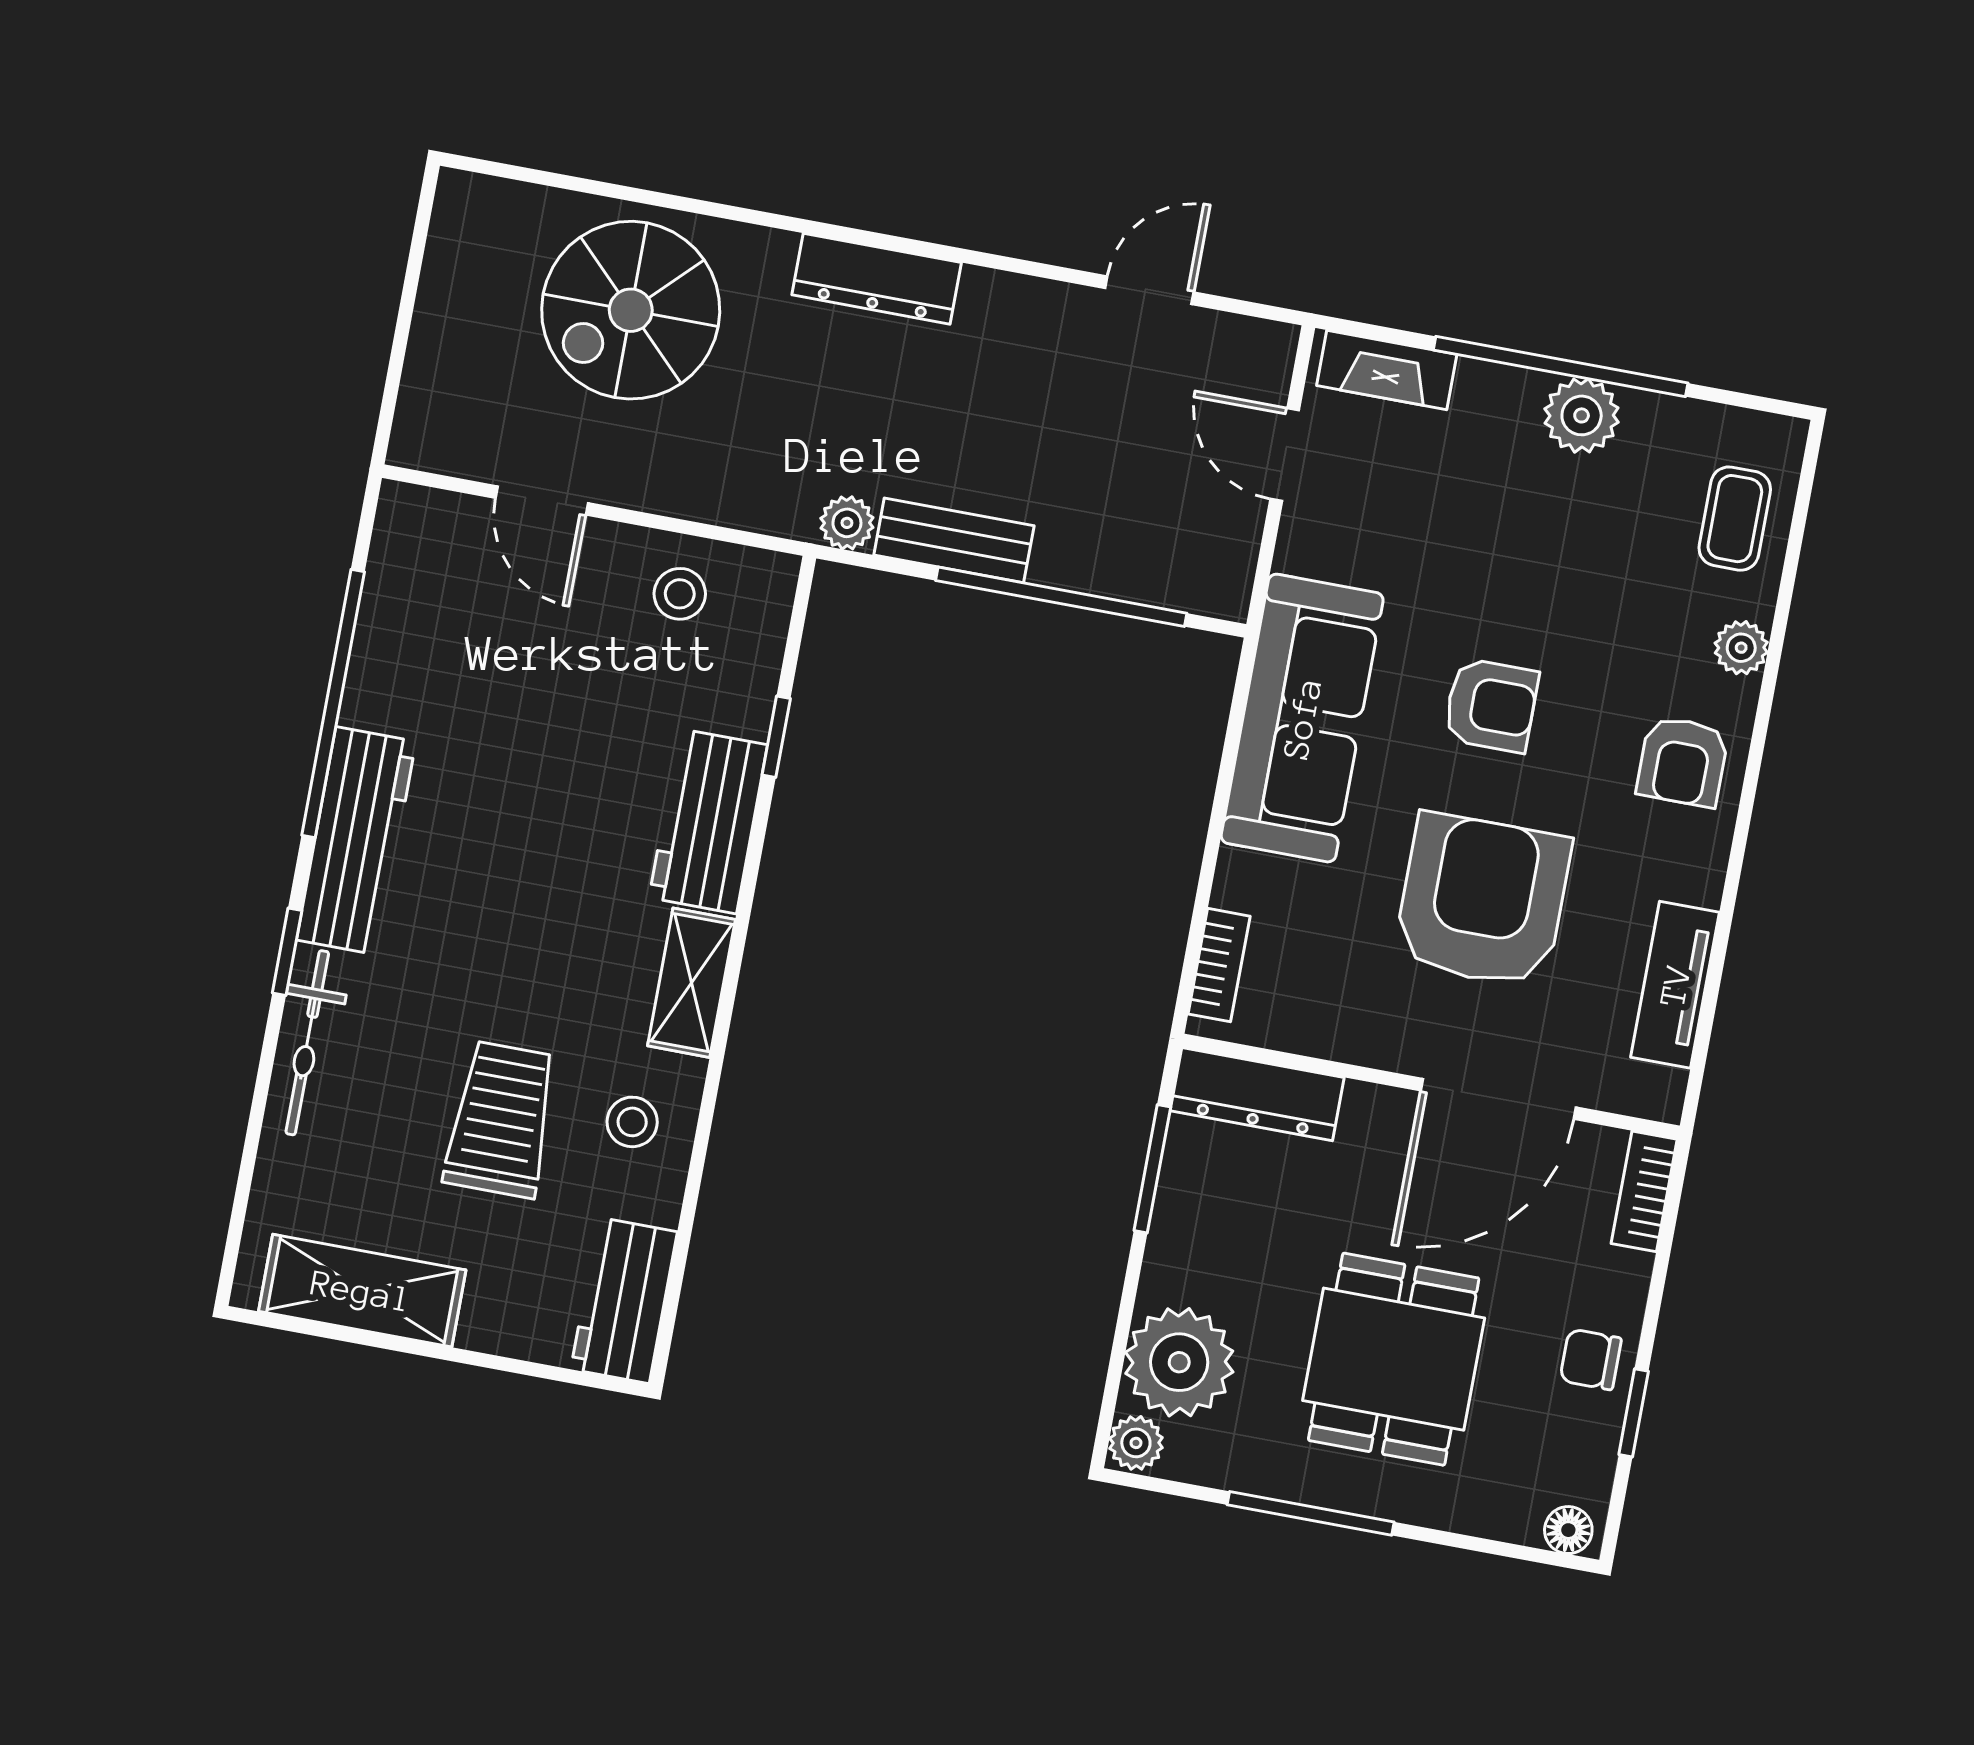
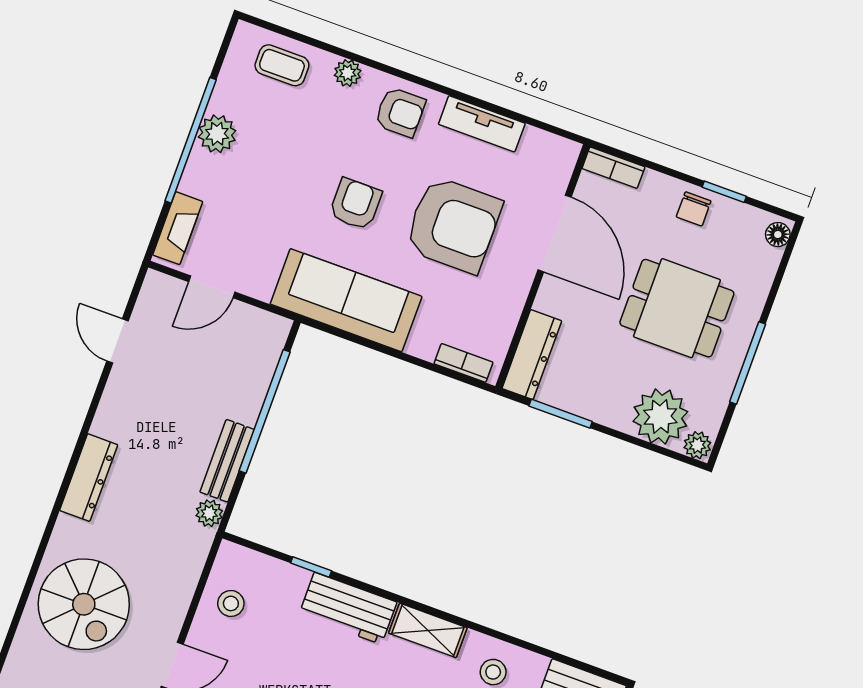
armchair: (1482, 900) -> (453, 225), turned 180
tv unit: (1675, 985) -> (482, 124), moved

